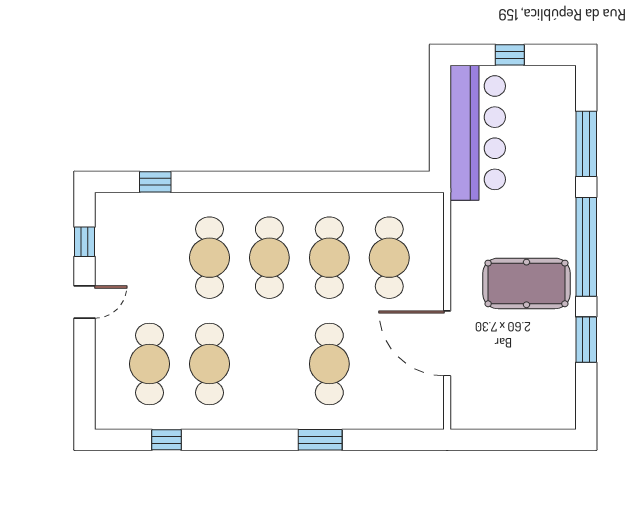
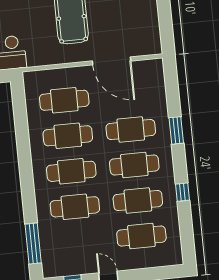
window: (155, 182) -> (33, 243), width x2.17
door: (447, 343) -> (112, 61), hinge flipped
cafe table: (269, 364) -> (134, 165), added
window: (166, 440) -> (182, 192), moved

